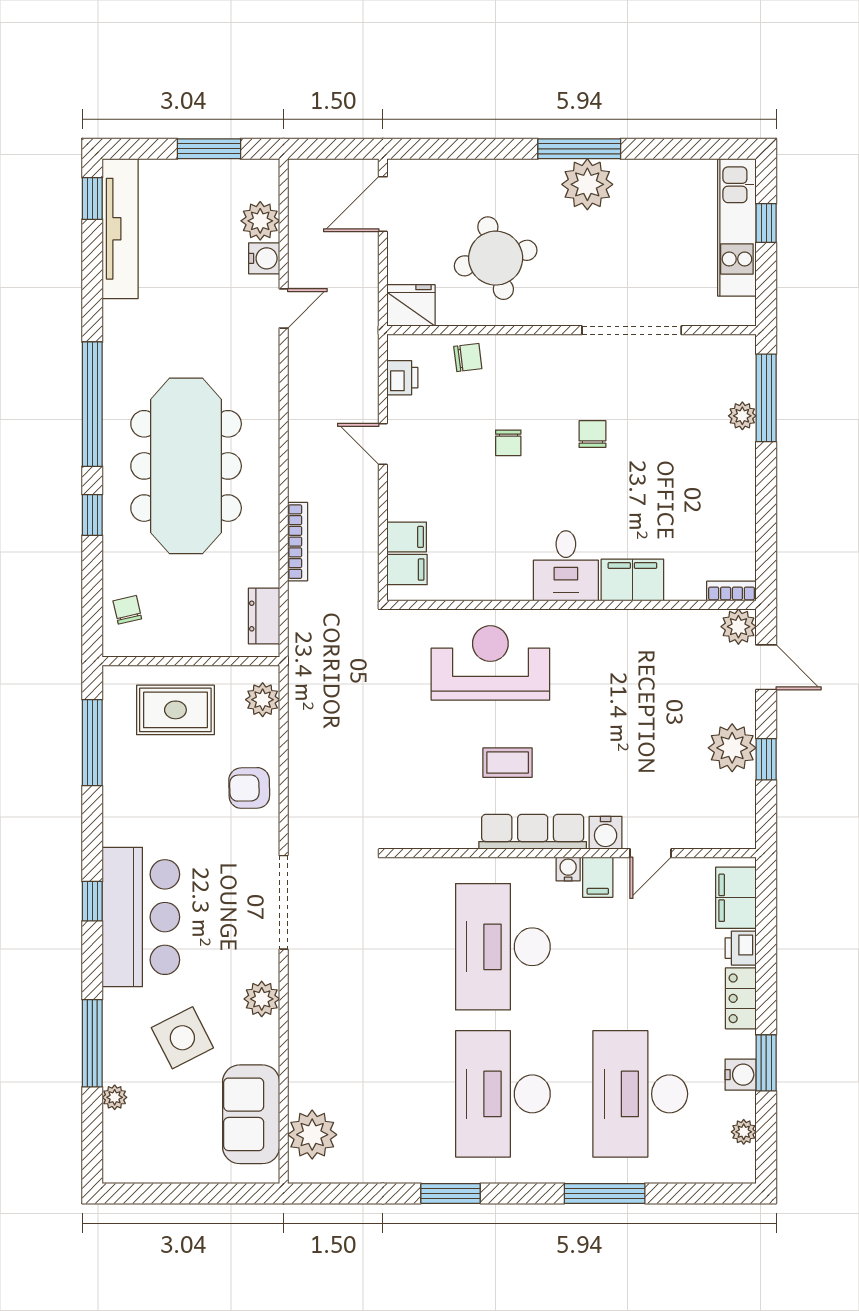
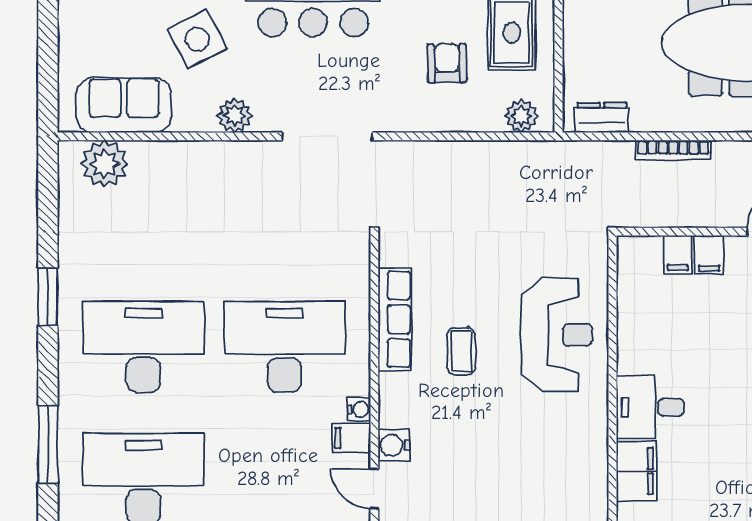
filing cabinet: (407, 570) -> (709, 255), moved
armchair: (249, 788) -> (447, 63), moved
row of seats: (533, 832) -> (395, 319), moved

